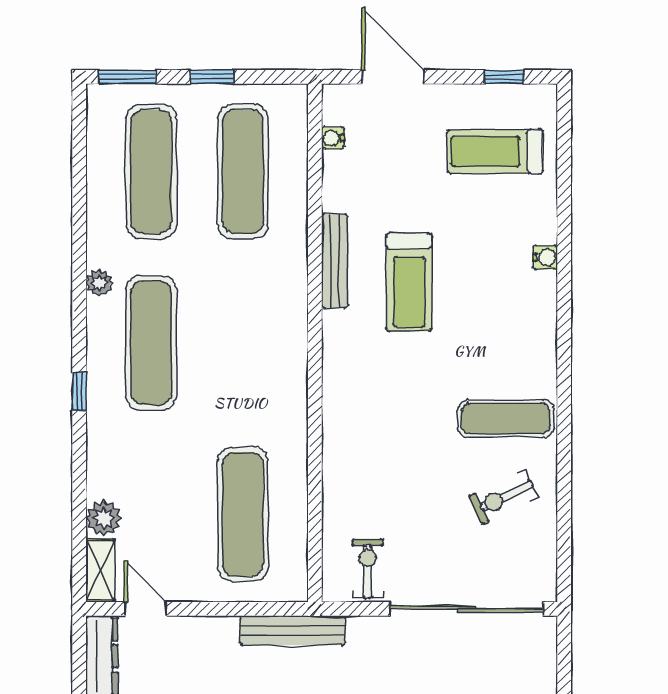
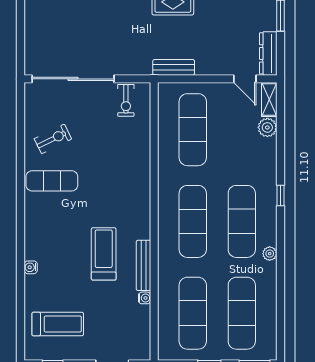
water cooler: (333, 138) -> (145, 298), moved
exercise mat: (243, 343) -> (193, 221), added
bench: (293, 630) -> (174, 67), width x0.73

